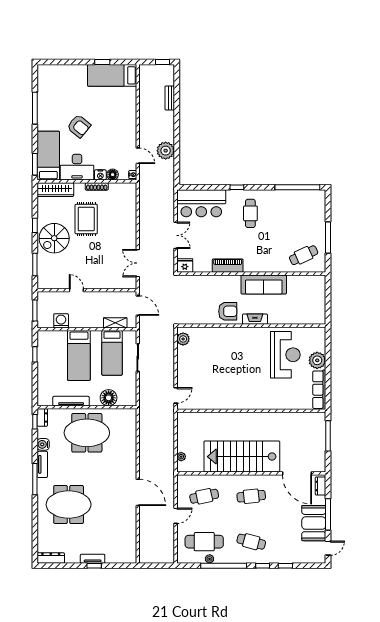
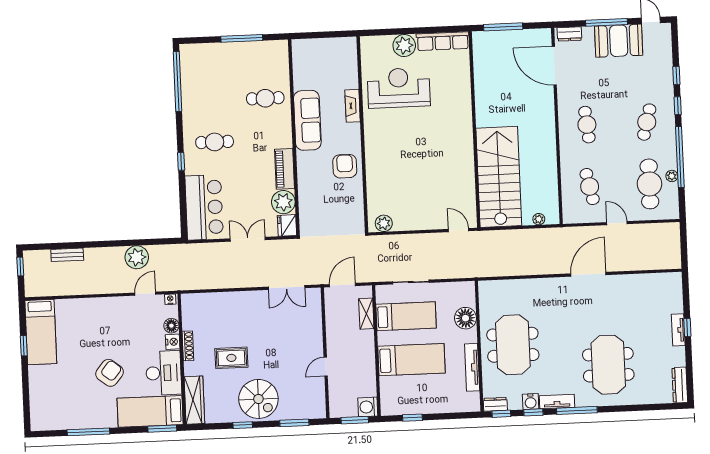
rug: (86, 219) -> (231, 358), width x0.73, depth x0.70
cafe table: (304, 255) -> (265, 98), moved, turned -65
plant: (203, 264) -> (283, 202), added
fireplace: (255, 319) -> (353, 106), moved
washing machine: (61, 321) -> (368, 407), moved
window: (35, 446) -> (533, 412), added
stairs: (242, 457) -> (499, 177), moved, turned 180
door: (297, 473) -> (554, 66), swing flipped

